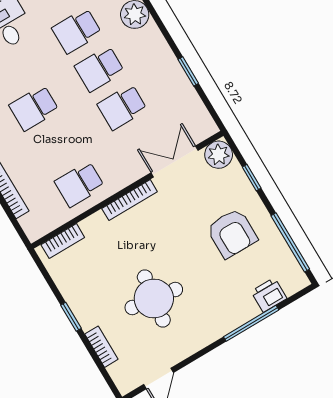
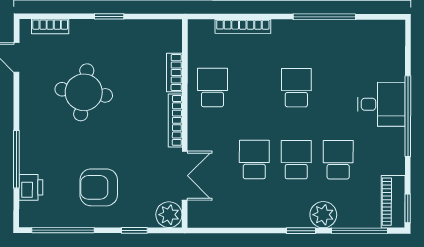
window: (188, 71) -> (301, 231), moved
bookcase: (63, 241) -> (174, 73), moved
bookcase: (101, 347) -> (50, 26), moved

